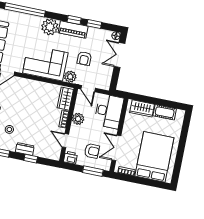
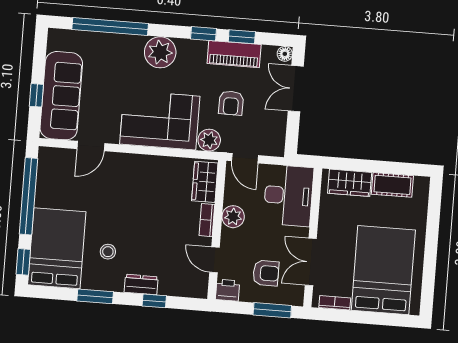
piano: (73, 29) -> (234, 54), moved

